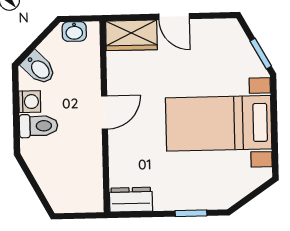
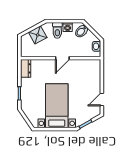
door: (174, 16) -> (102, 99), moved
wardrobe: (131, 35) -> (94, 70), removed
door: (105, 113) -> (62, 58), hinge flipped
shower: (50, 173) -> (38, 35), added

